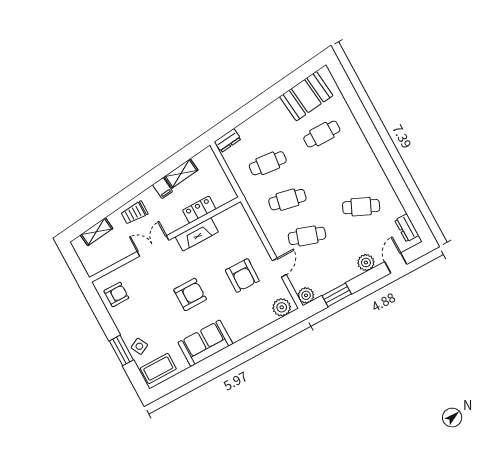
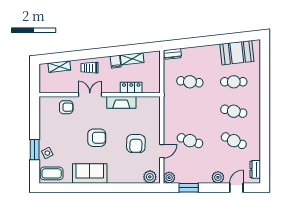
cafe table: (287, 200) -> (234, 111), moved
armchair: (116, 294) -> (66, 107), moved

